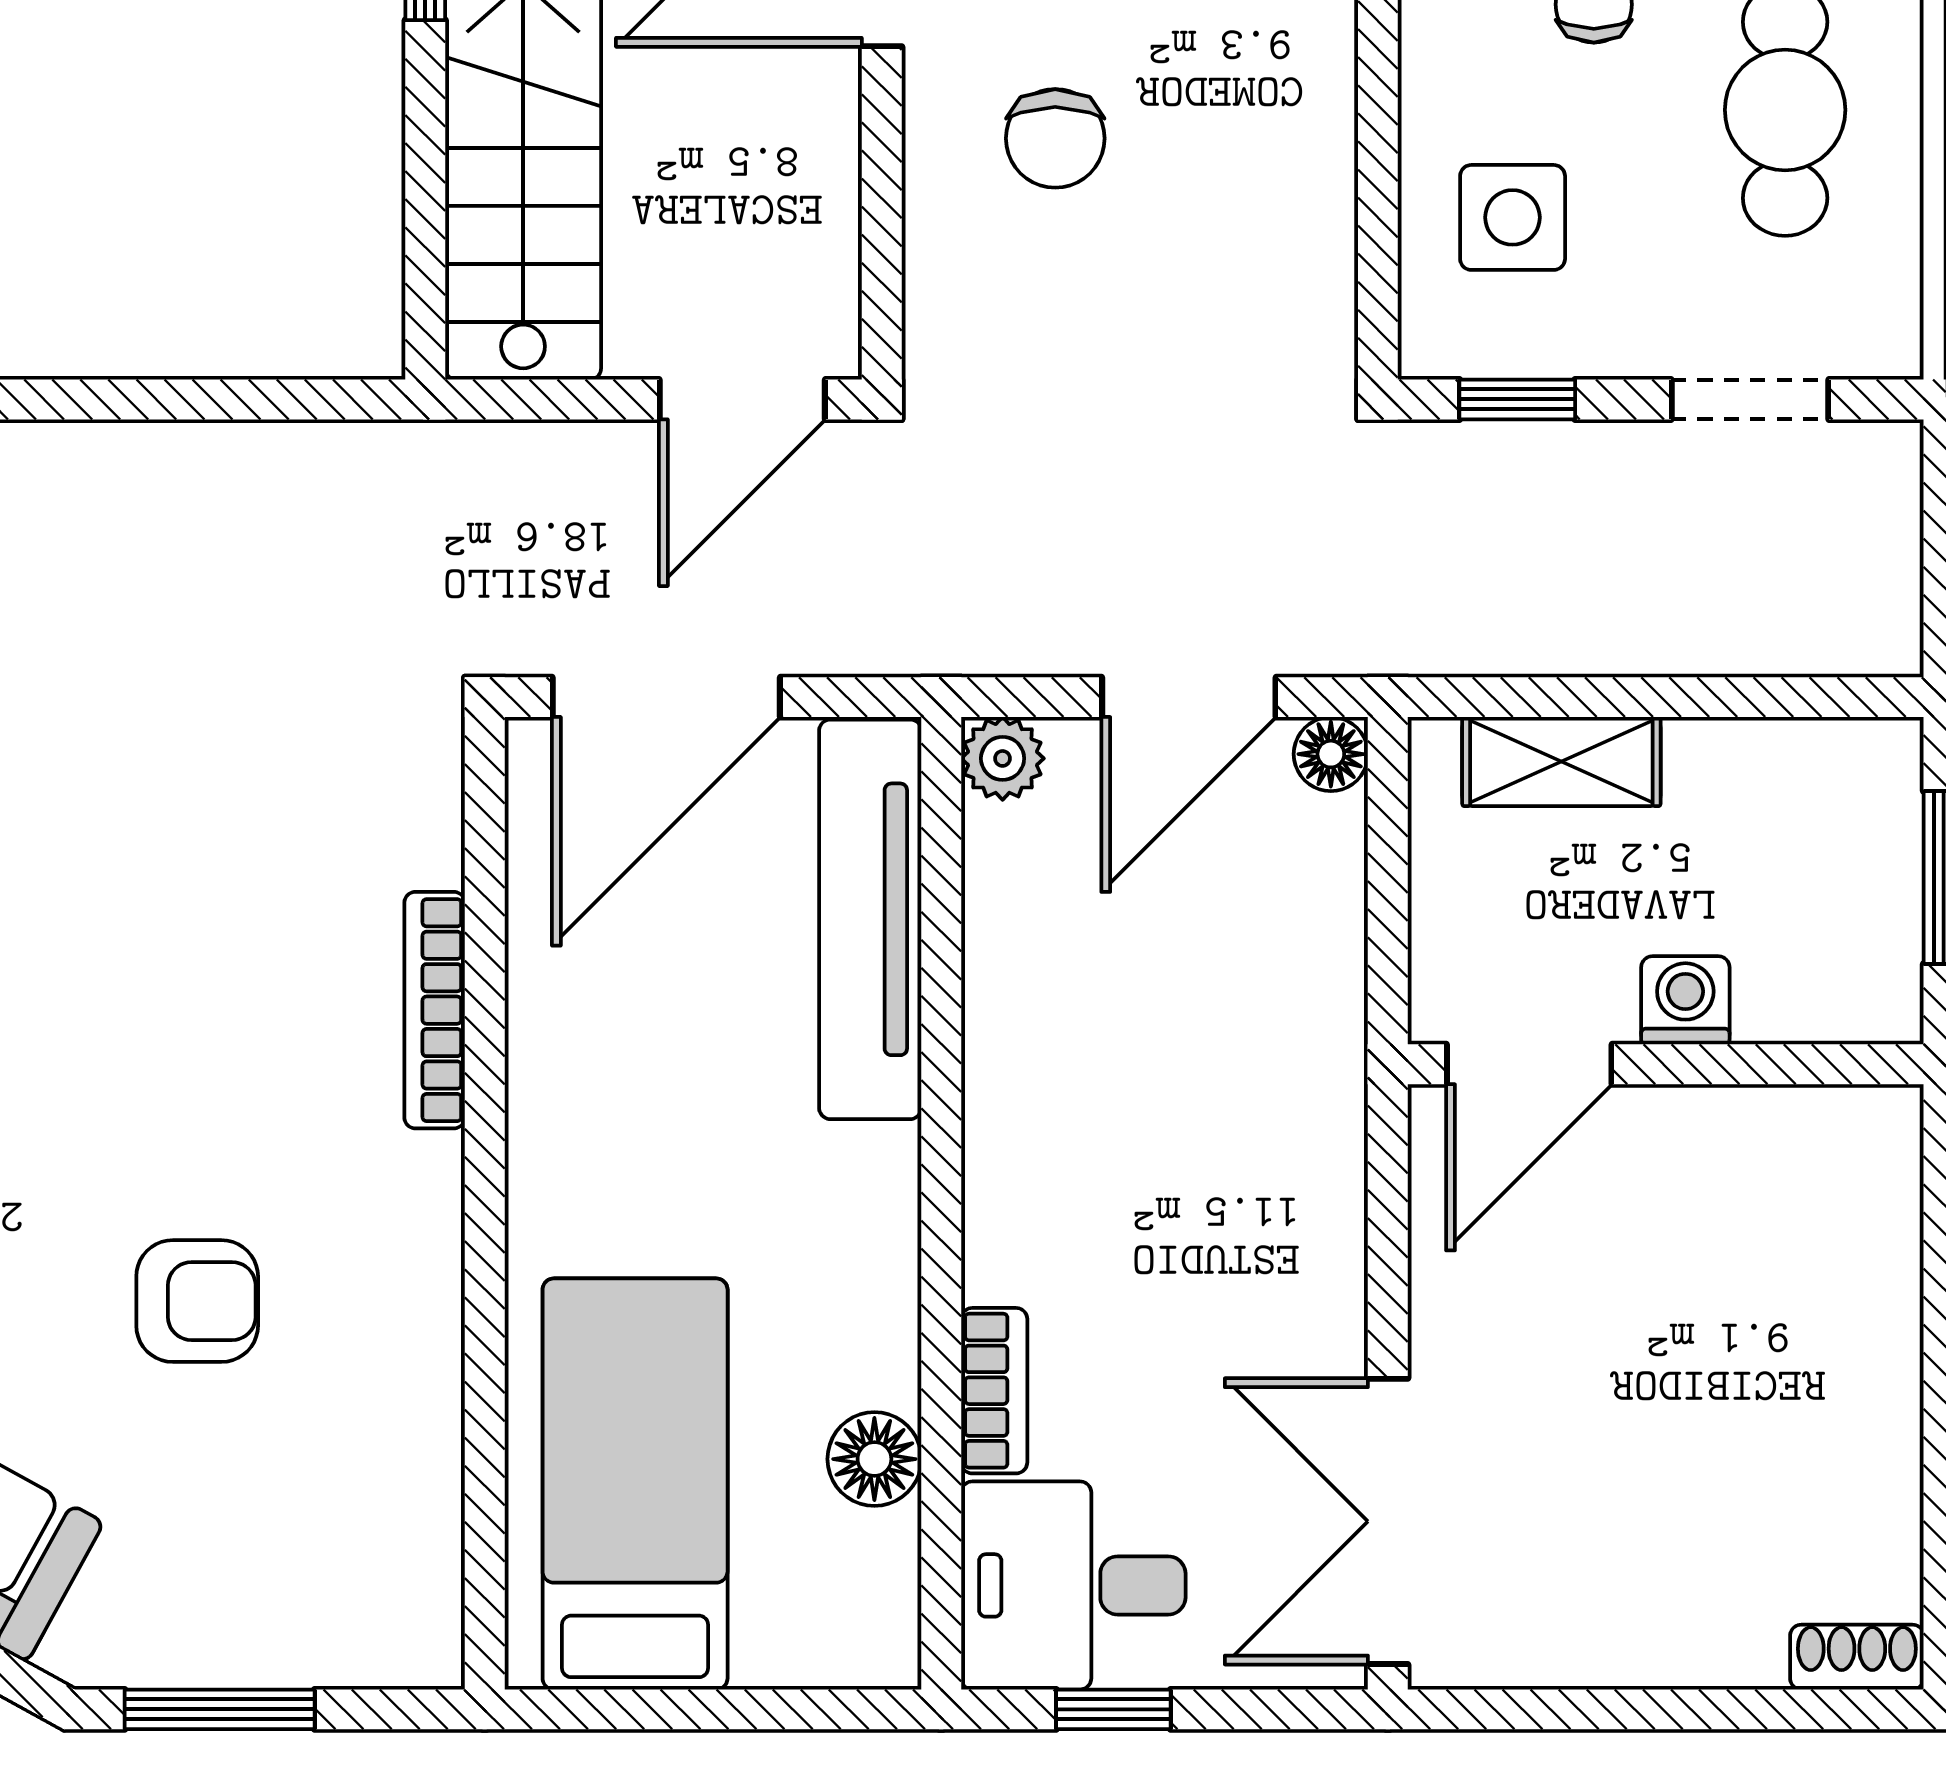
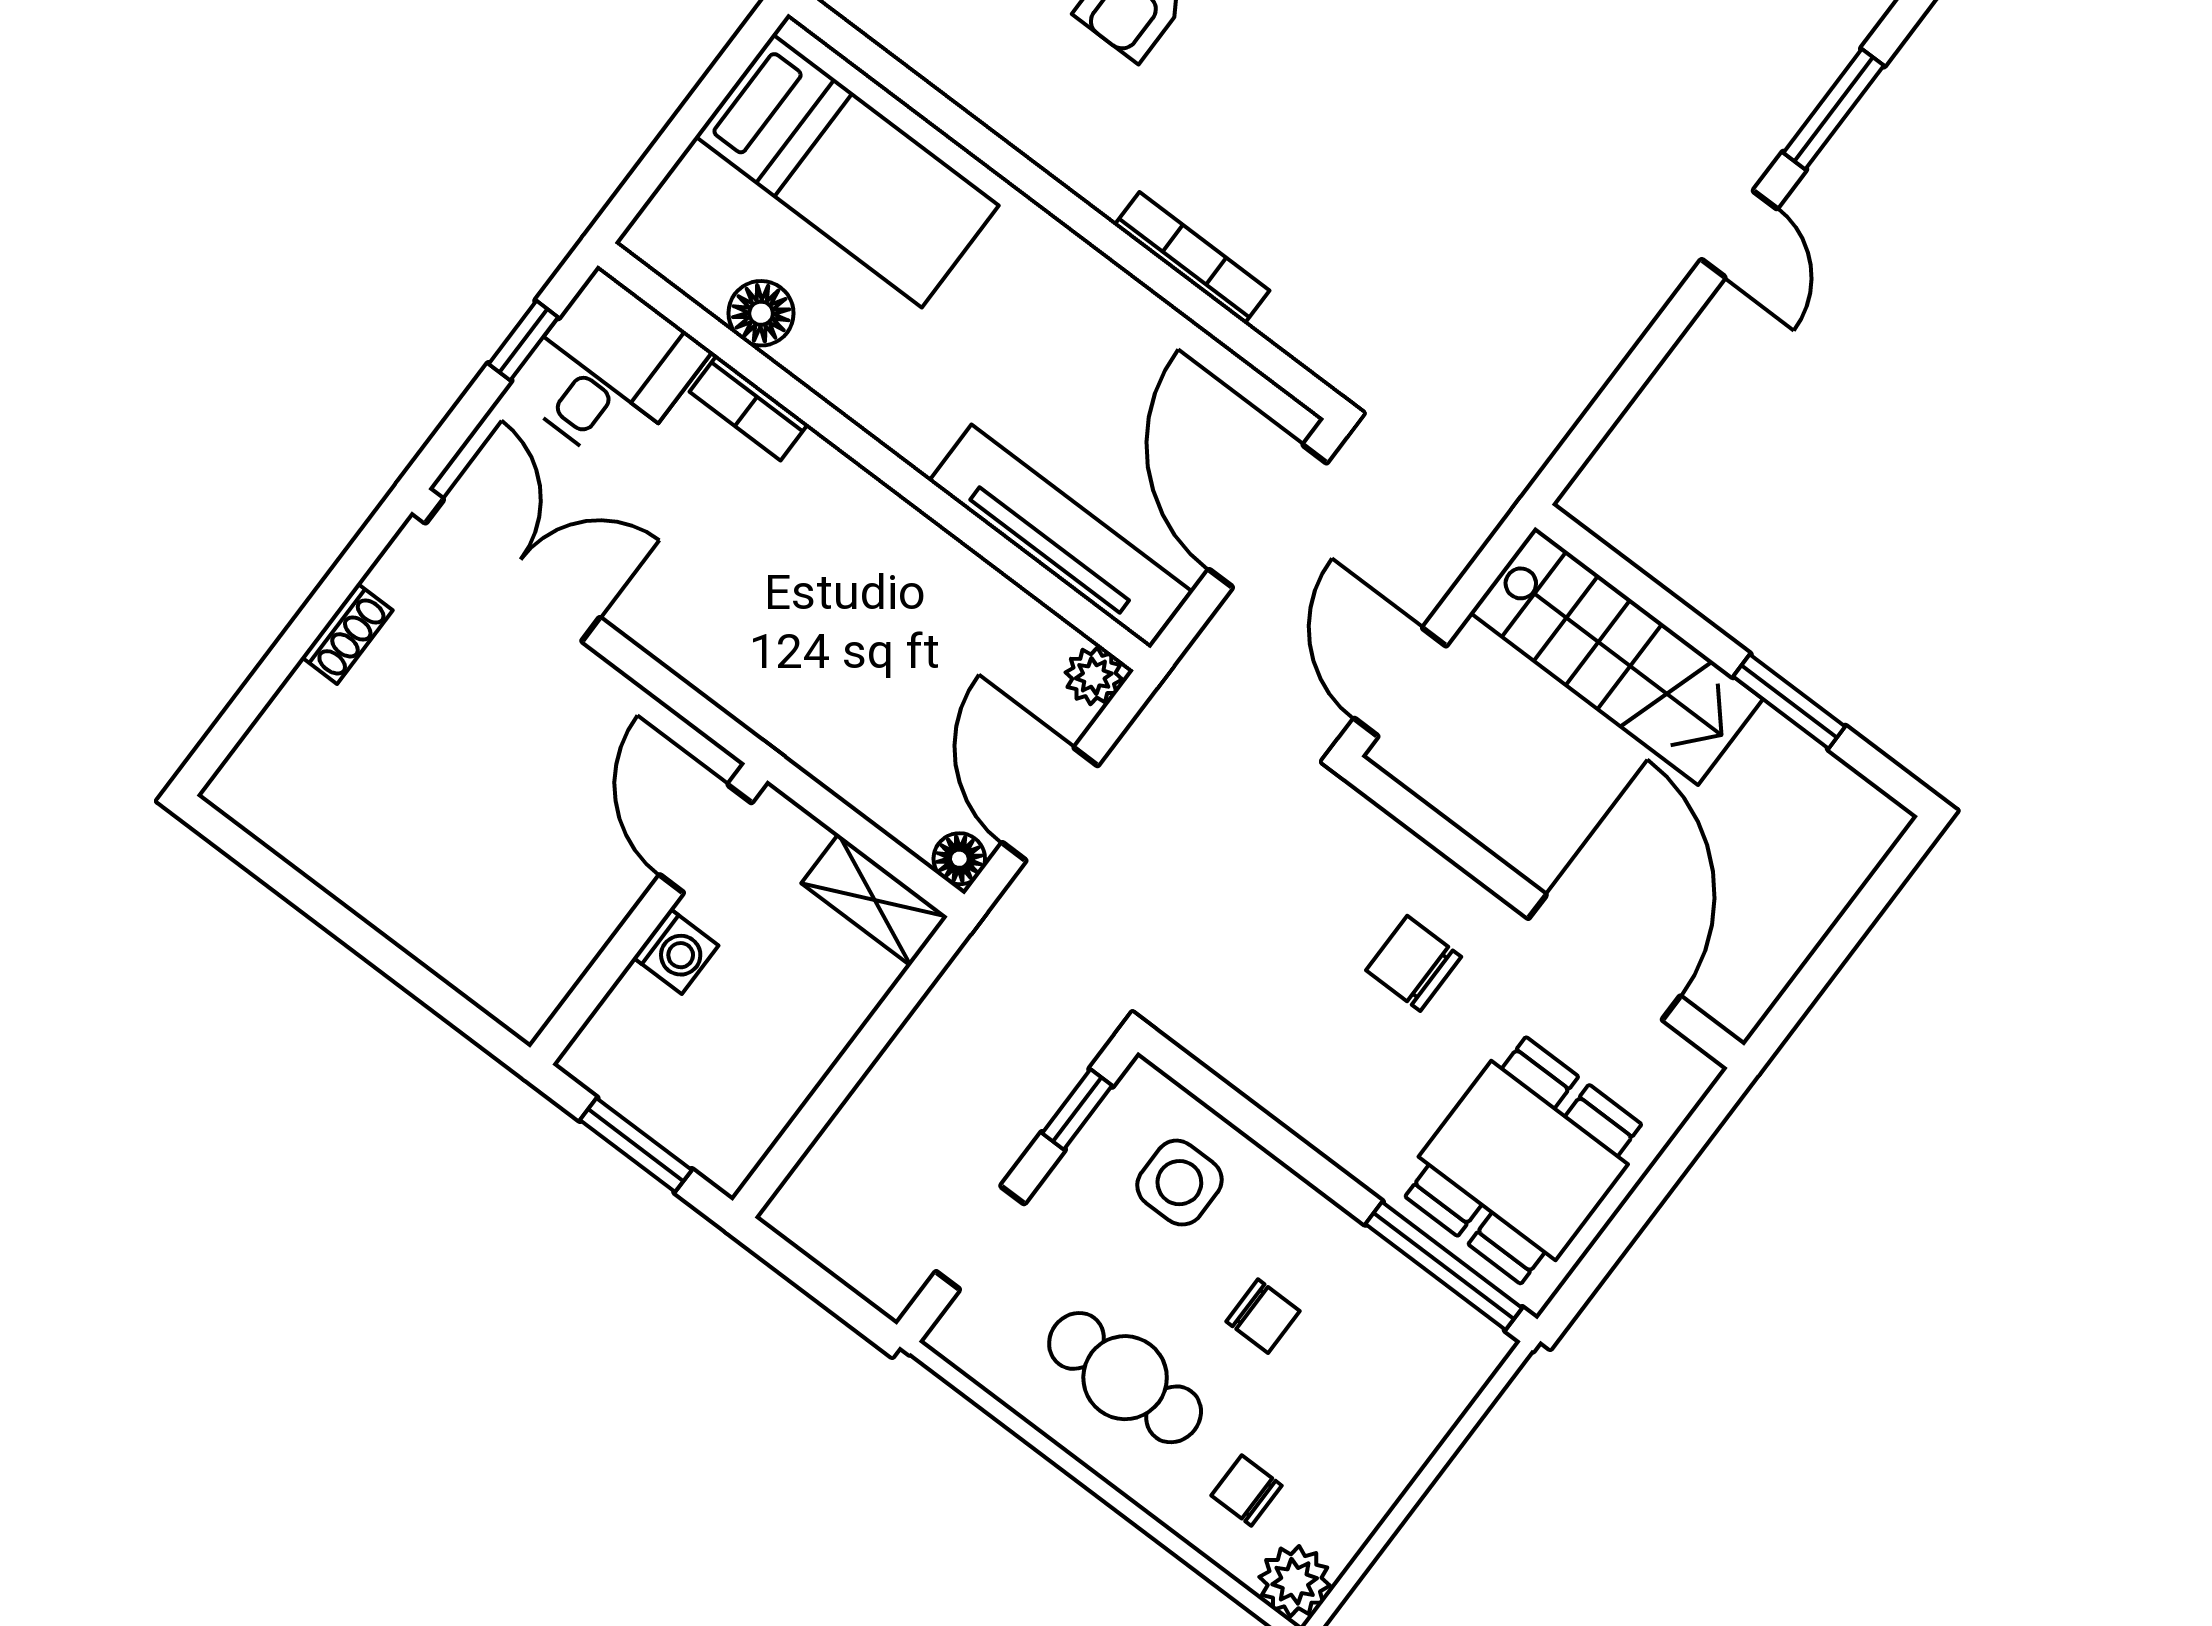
shelving: (1561, 762) -> (875, 900), moved, turned 90
shoe rack: (1857, 1657) -> (347, 634), moved

